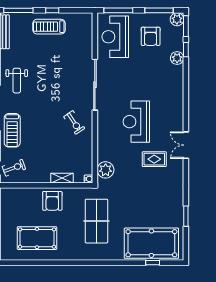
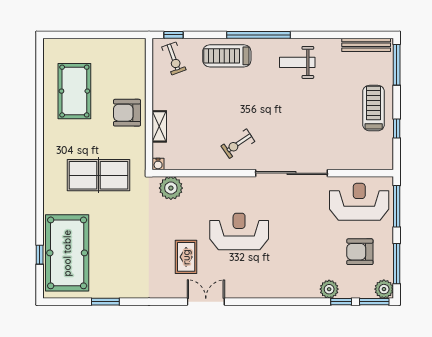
window: (52, 10) -> (397, 129), moved

